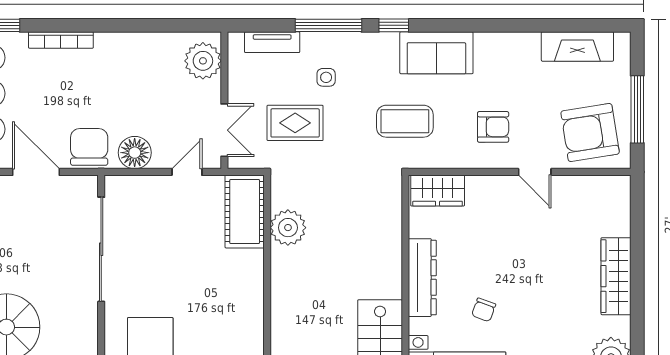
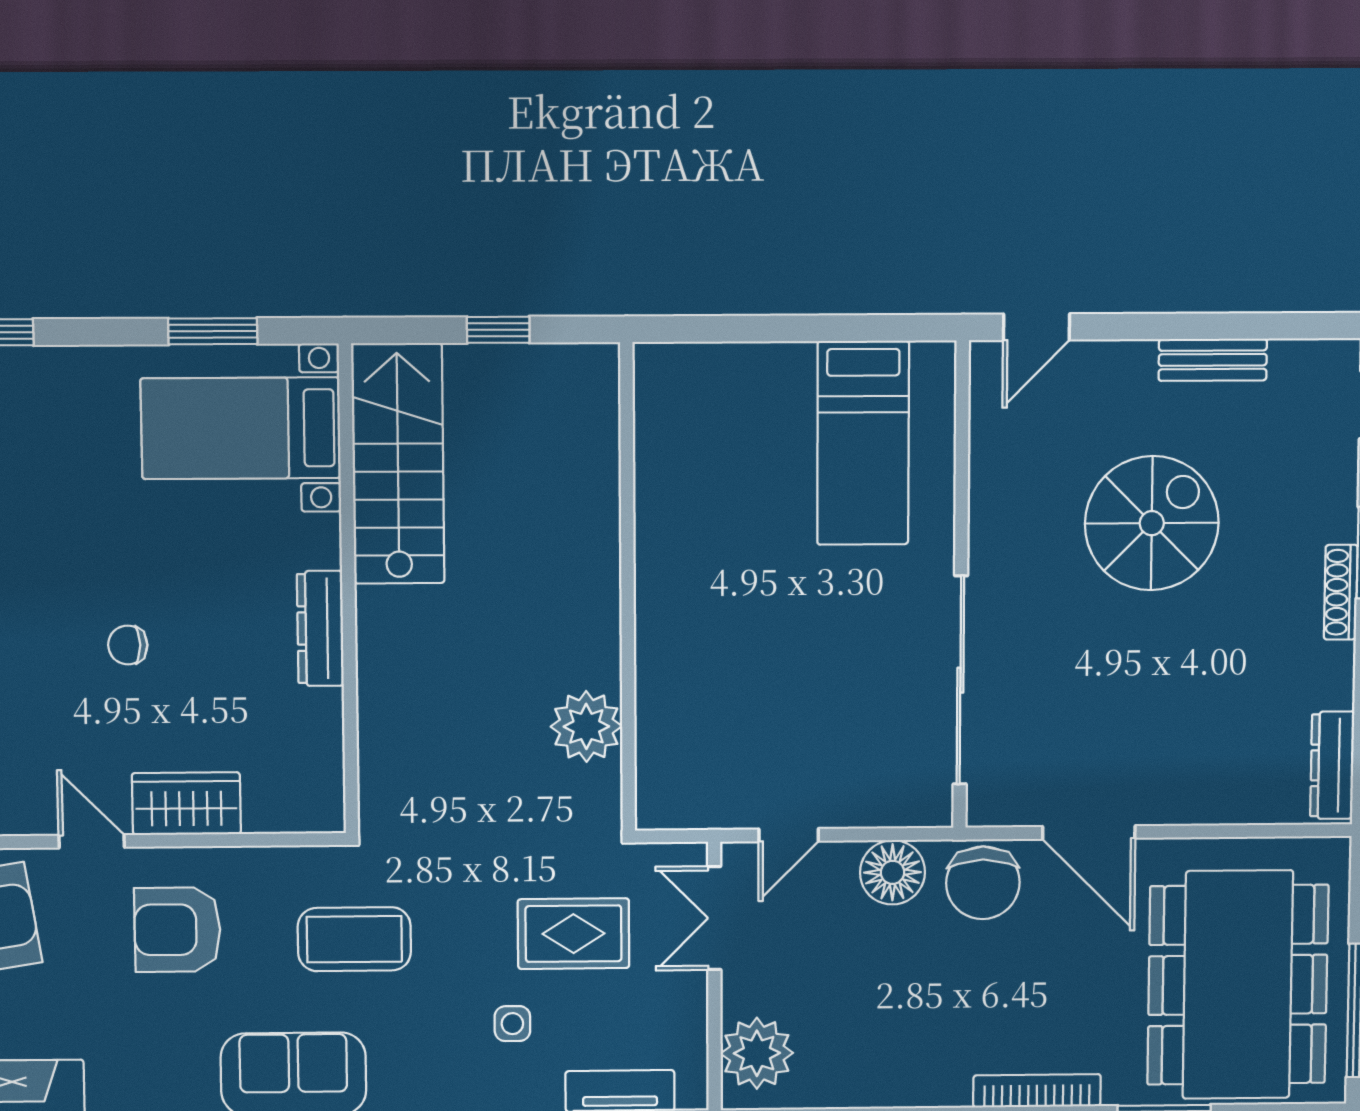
armchair: (493, 127) -> (177, 930), width x1.38, depth x1.38
wardrobe: (438, 191) -> (186, 804), moved
cot: (245, 212) -> (673, 758), removed
dresser: (422, 278) -> (320, 628), width x0.73, depth x0.80
chair: (484, 310) -> (128, 645), moved, turned -110

